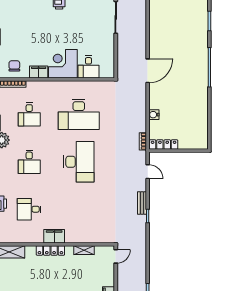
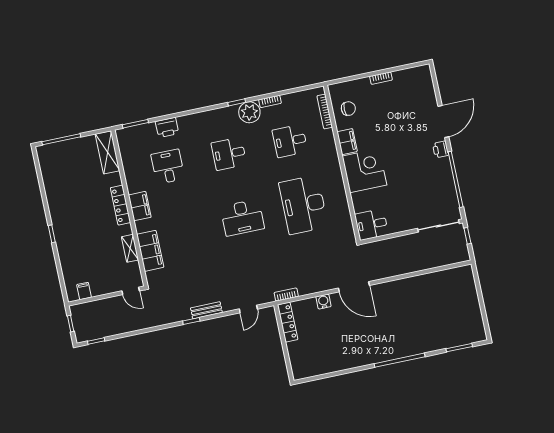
desk: (88, 67) -> (372, 224), moved
door: (148, 71) -> (354, 287), moved
desk: (79, 162) -> (242, 218), width x0.73, depth x0.77
filing cabinet: (89, 236) -> (150, 251), added

